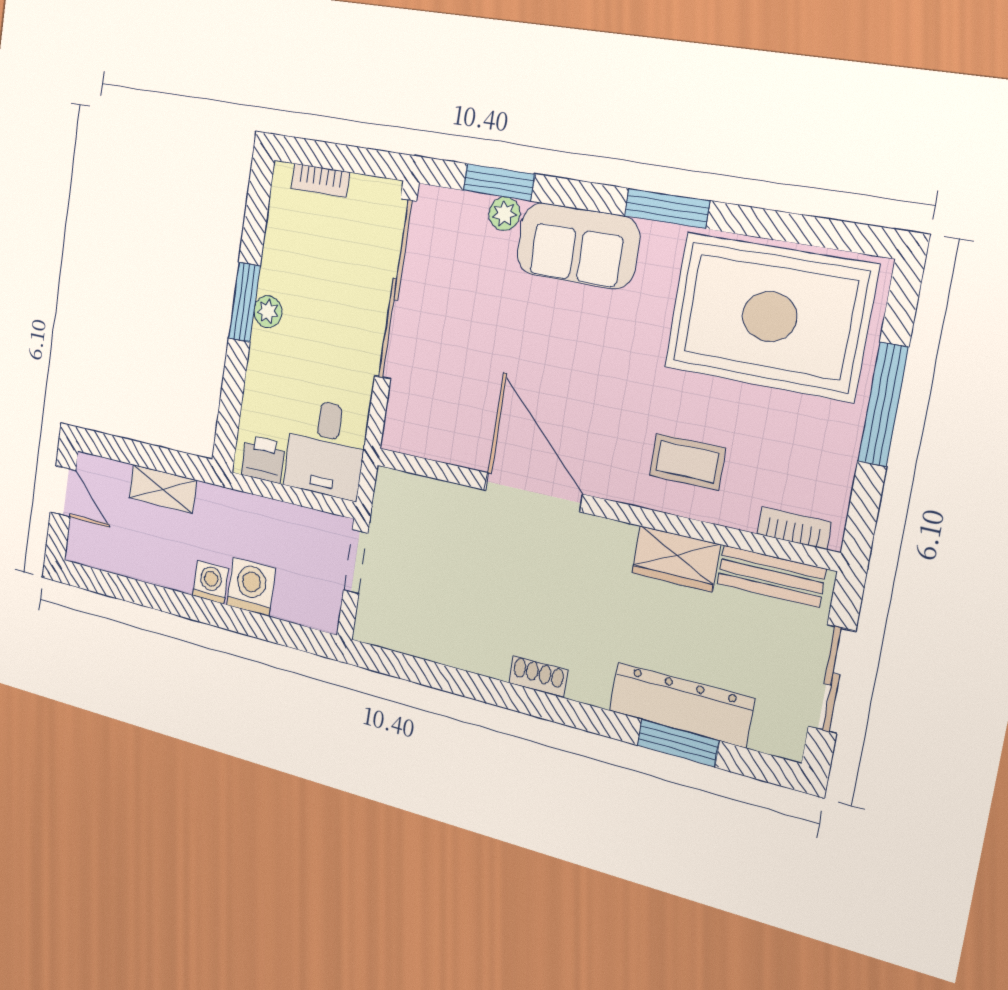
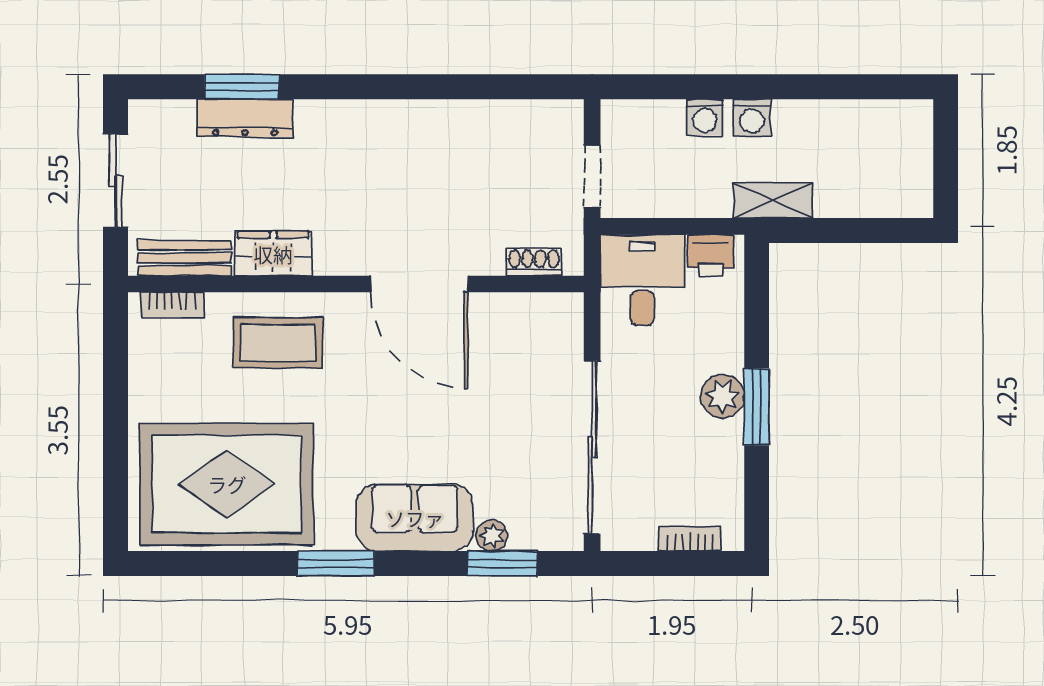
plant: (268, 312) -> (722, 396), width x1.38, depth x1.38
window: (883, 404) -> (116, 427), removed
coffee table: (687, 462) -> (278, 343), width x1.36, depth x1.30
shelving: (163, 489) -> (773, 201), moved
door: (63, 491) -> (946, 172), removed
washing machine: (251, 587) -> (705, 117), width x0.73, depth x0.73
shoe rack: (538, 676) -> (534, 262), moved, turned 180
dresser: (681, 705) -> (245, 118), width x0.73, depth x0.80

